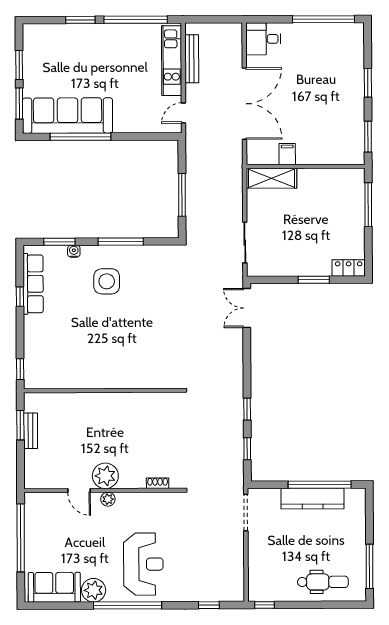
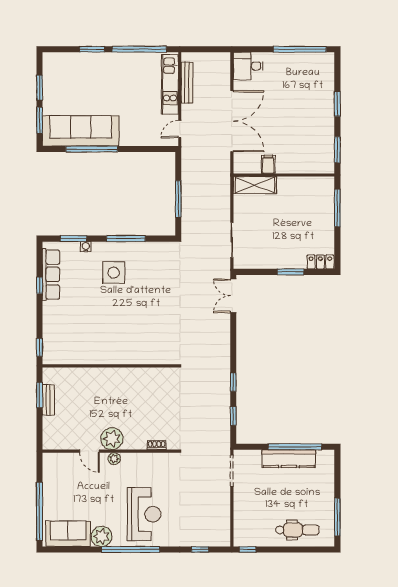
window: (21, 538) -> (40, 511), moved

